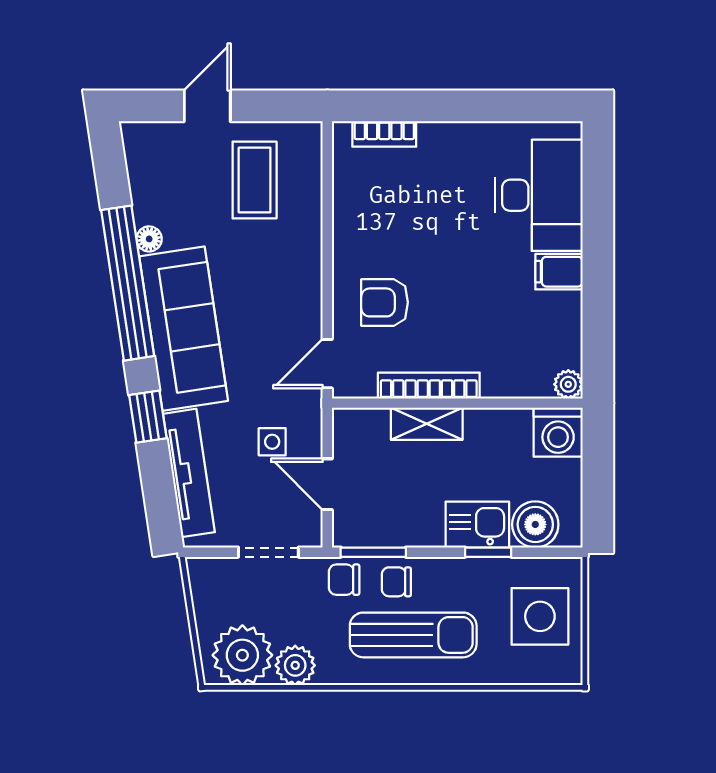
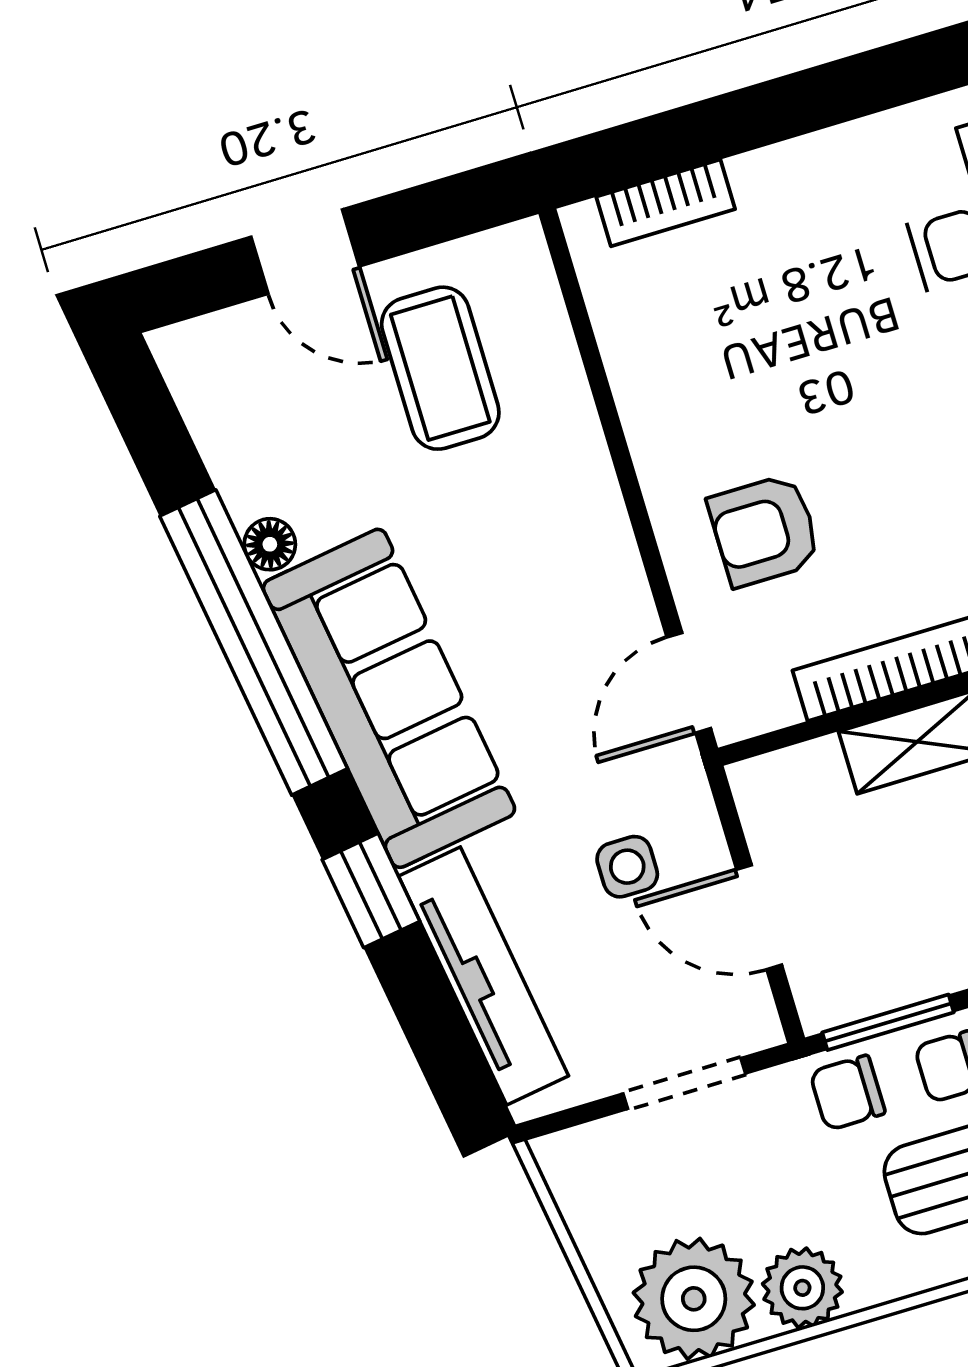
door: (207, 106) -> (305, 252), swing flipped

